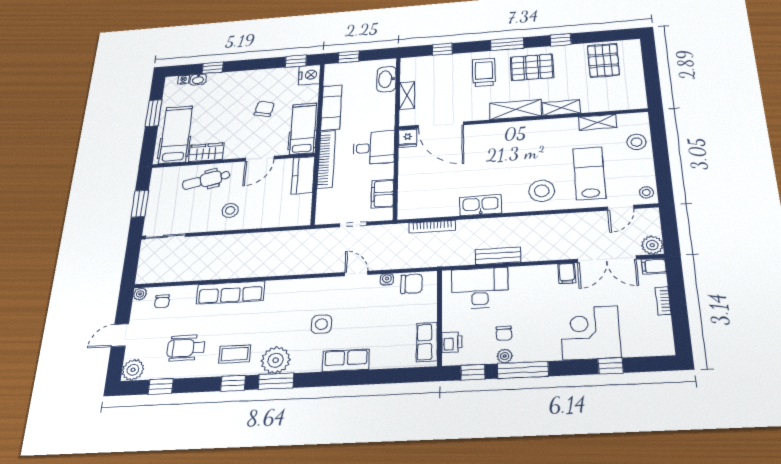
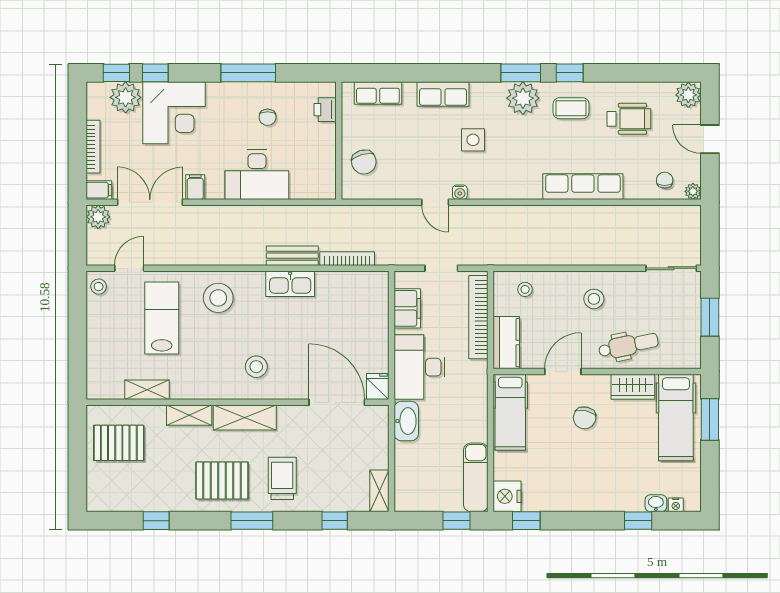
window: (561, 40) -> (156, 521), moved
pallet: (603, 60) -> (119, 443), moved, turned 90
trolley: (484, 72) -> (282, 478), turned 180
washbasin: (386, 79) -> (406, 421), moved
shelving: (407, 95) -> (379, 491), moved
exam couch: (331, 107) -> (476, 477), moved
chair: (264, 109) -> (585, 418), moved
window: (154, 113) -> (710, 419), moved
stool: (637, 142) -> (256, 367), moved
desk: (374, 148) -> (420, 367), width x1.37
bookcase: (326, 159) -> (478, 317), moved
lab bench: (589, 173) -> (162, 318), turned 180
stool: (285, 214) -> (525, 289), added
bench: (498, 256) -> (292, 256), moved
water cooler: (387, 279) -> (460, 192), moved
chair: (412, 284) -> (364, 162), moved, turned -106
desk: (480, 288) -> (257, 175), moved
bookcase: (663, 301) -> (93, 147), width x1.56
chair: (504, 333) -> (268, 117), turned 180
door: (120, 335) -> (710, 139), swing flipped
row of seats: (427, 342) -> (378, 93), moved, turned 90
plant: (505, 356) -> (126, 97), moved, width x1.88, depth x1.88
window: (473, 372) -> (116, 73), moved
window: (161, 386) -> (653, 73), removed

